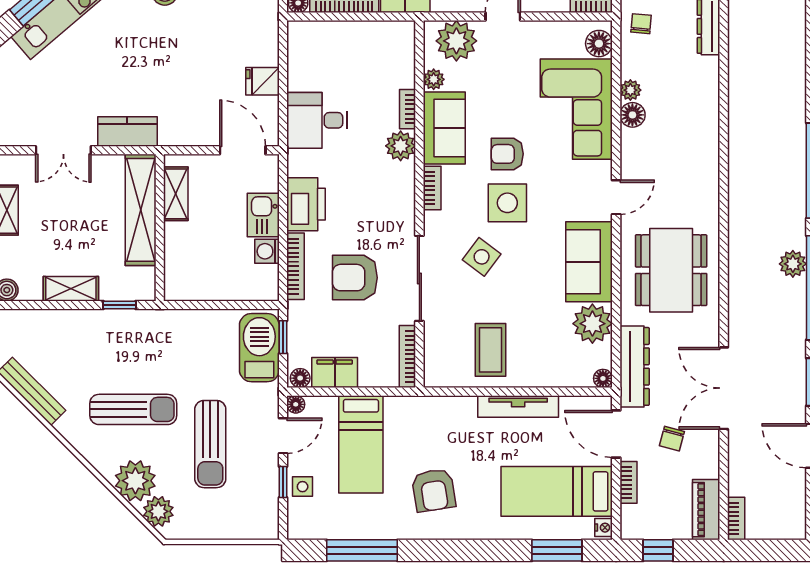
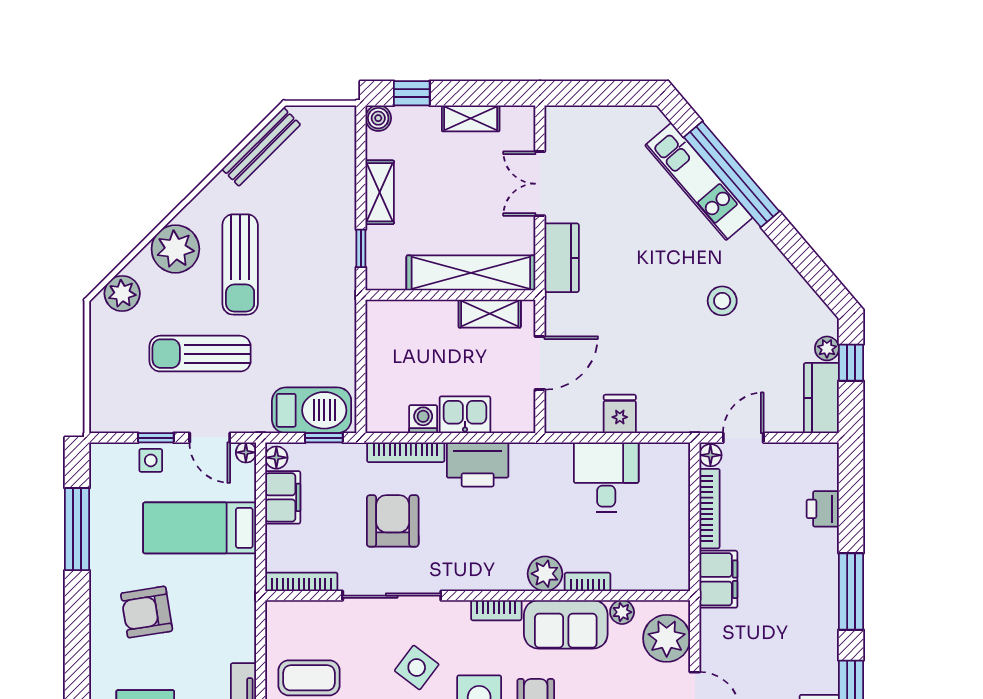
desk: (317, 120) -> (606, 477), moved
door: (243, 150) -> (540, 363), moved
plant: (135, 481) -> (175, 249), moved

